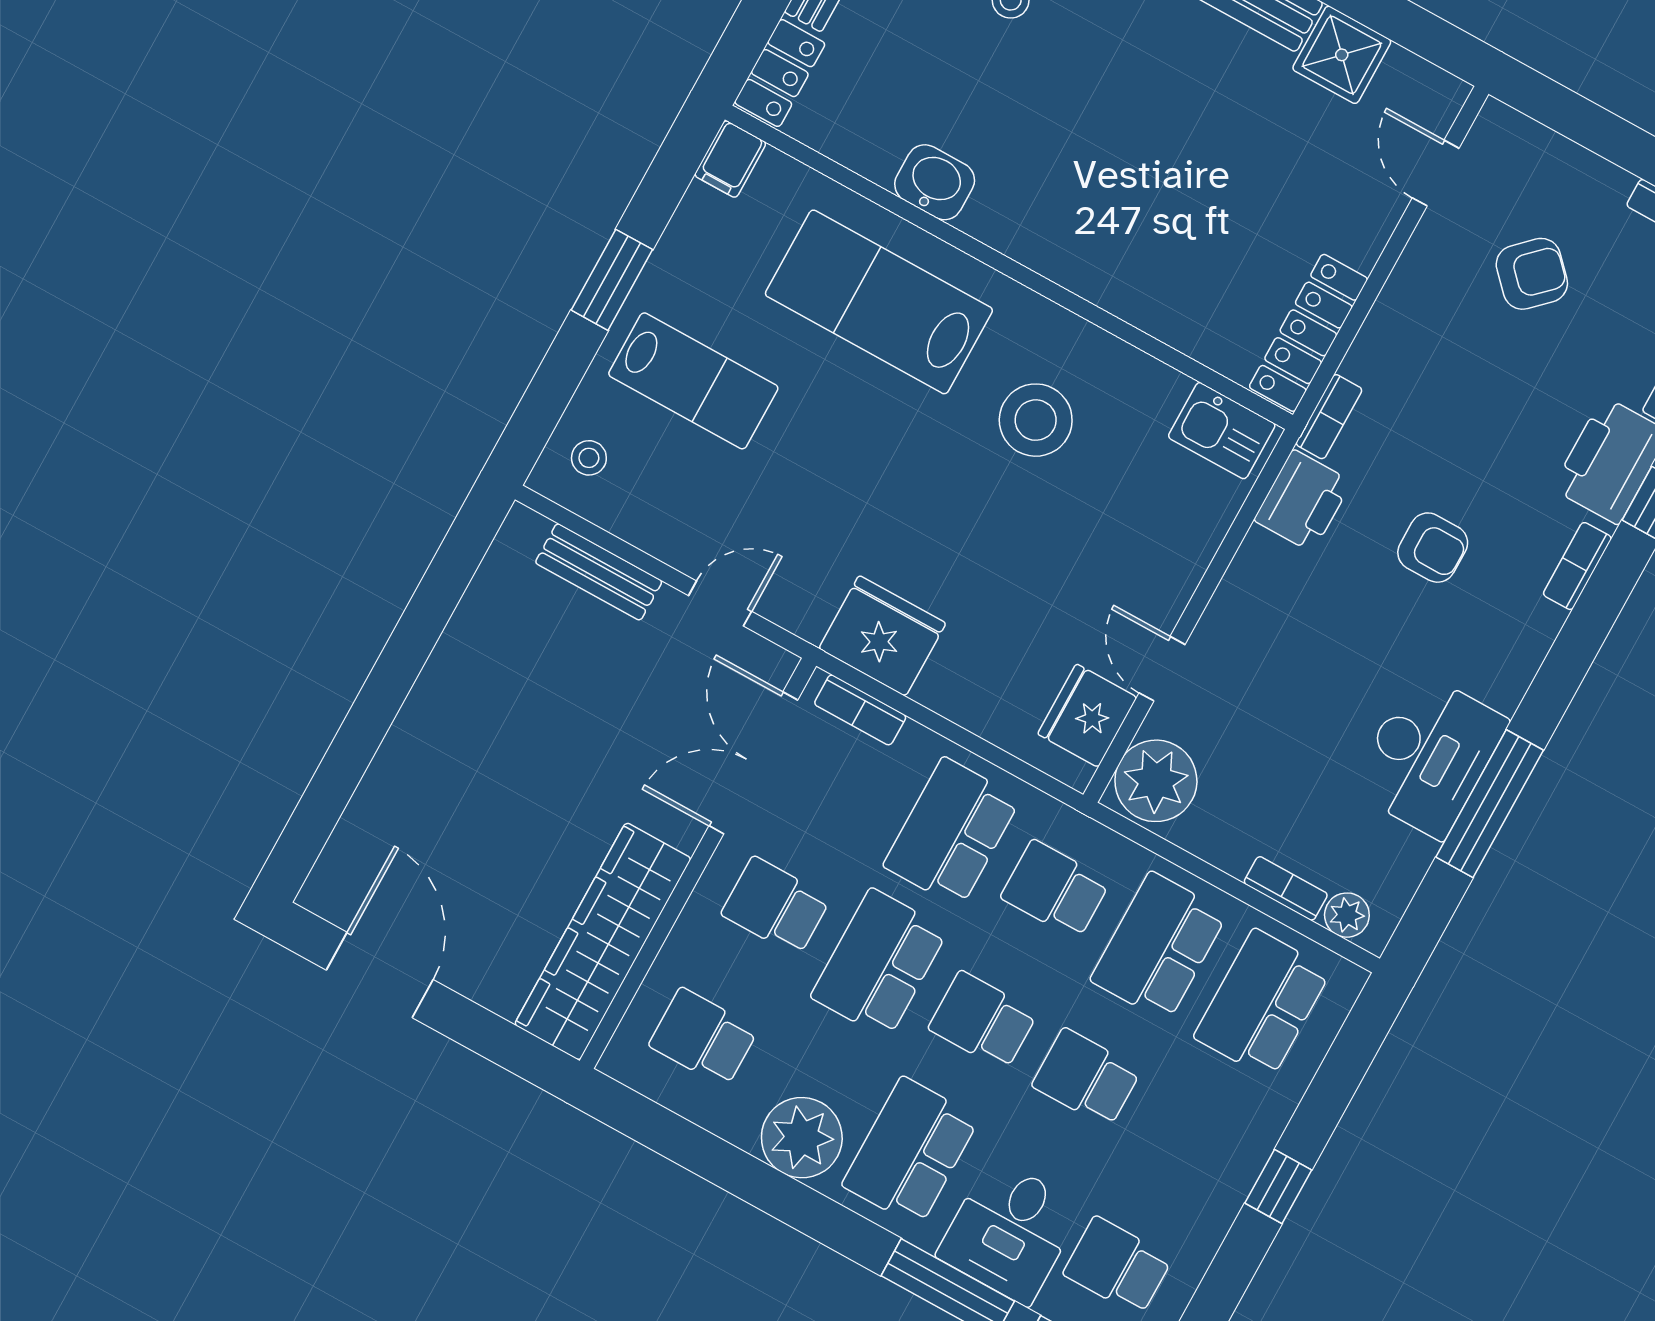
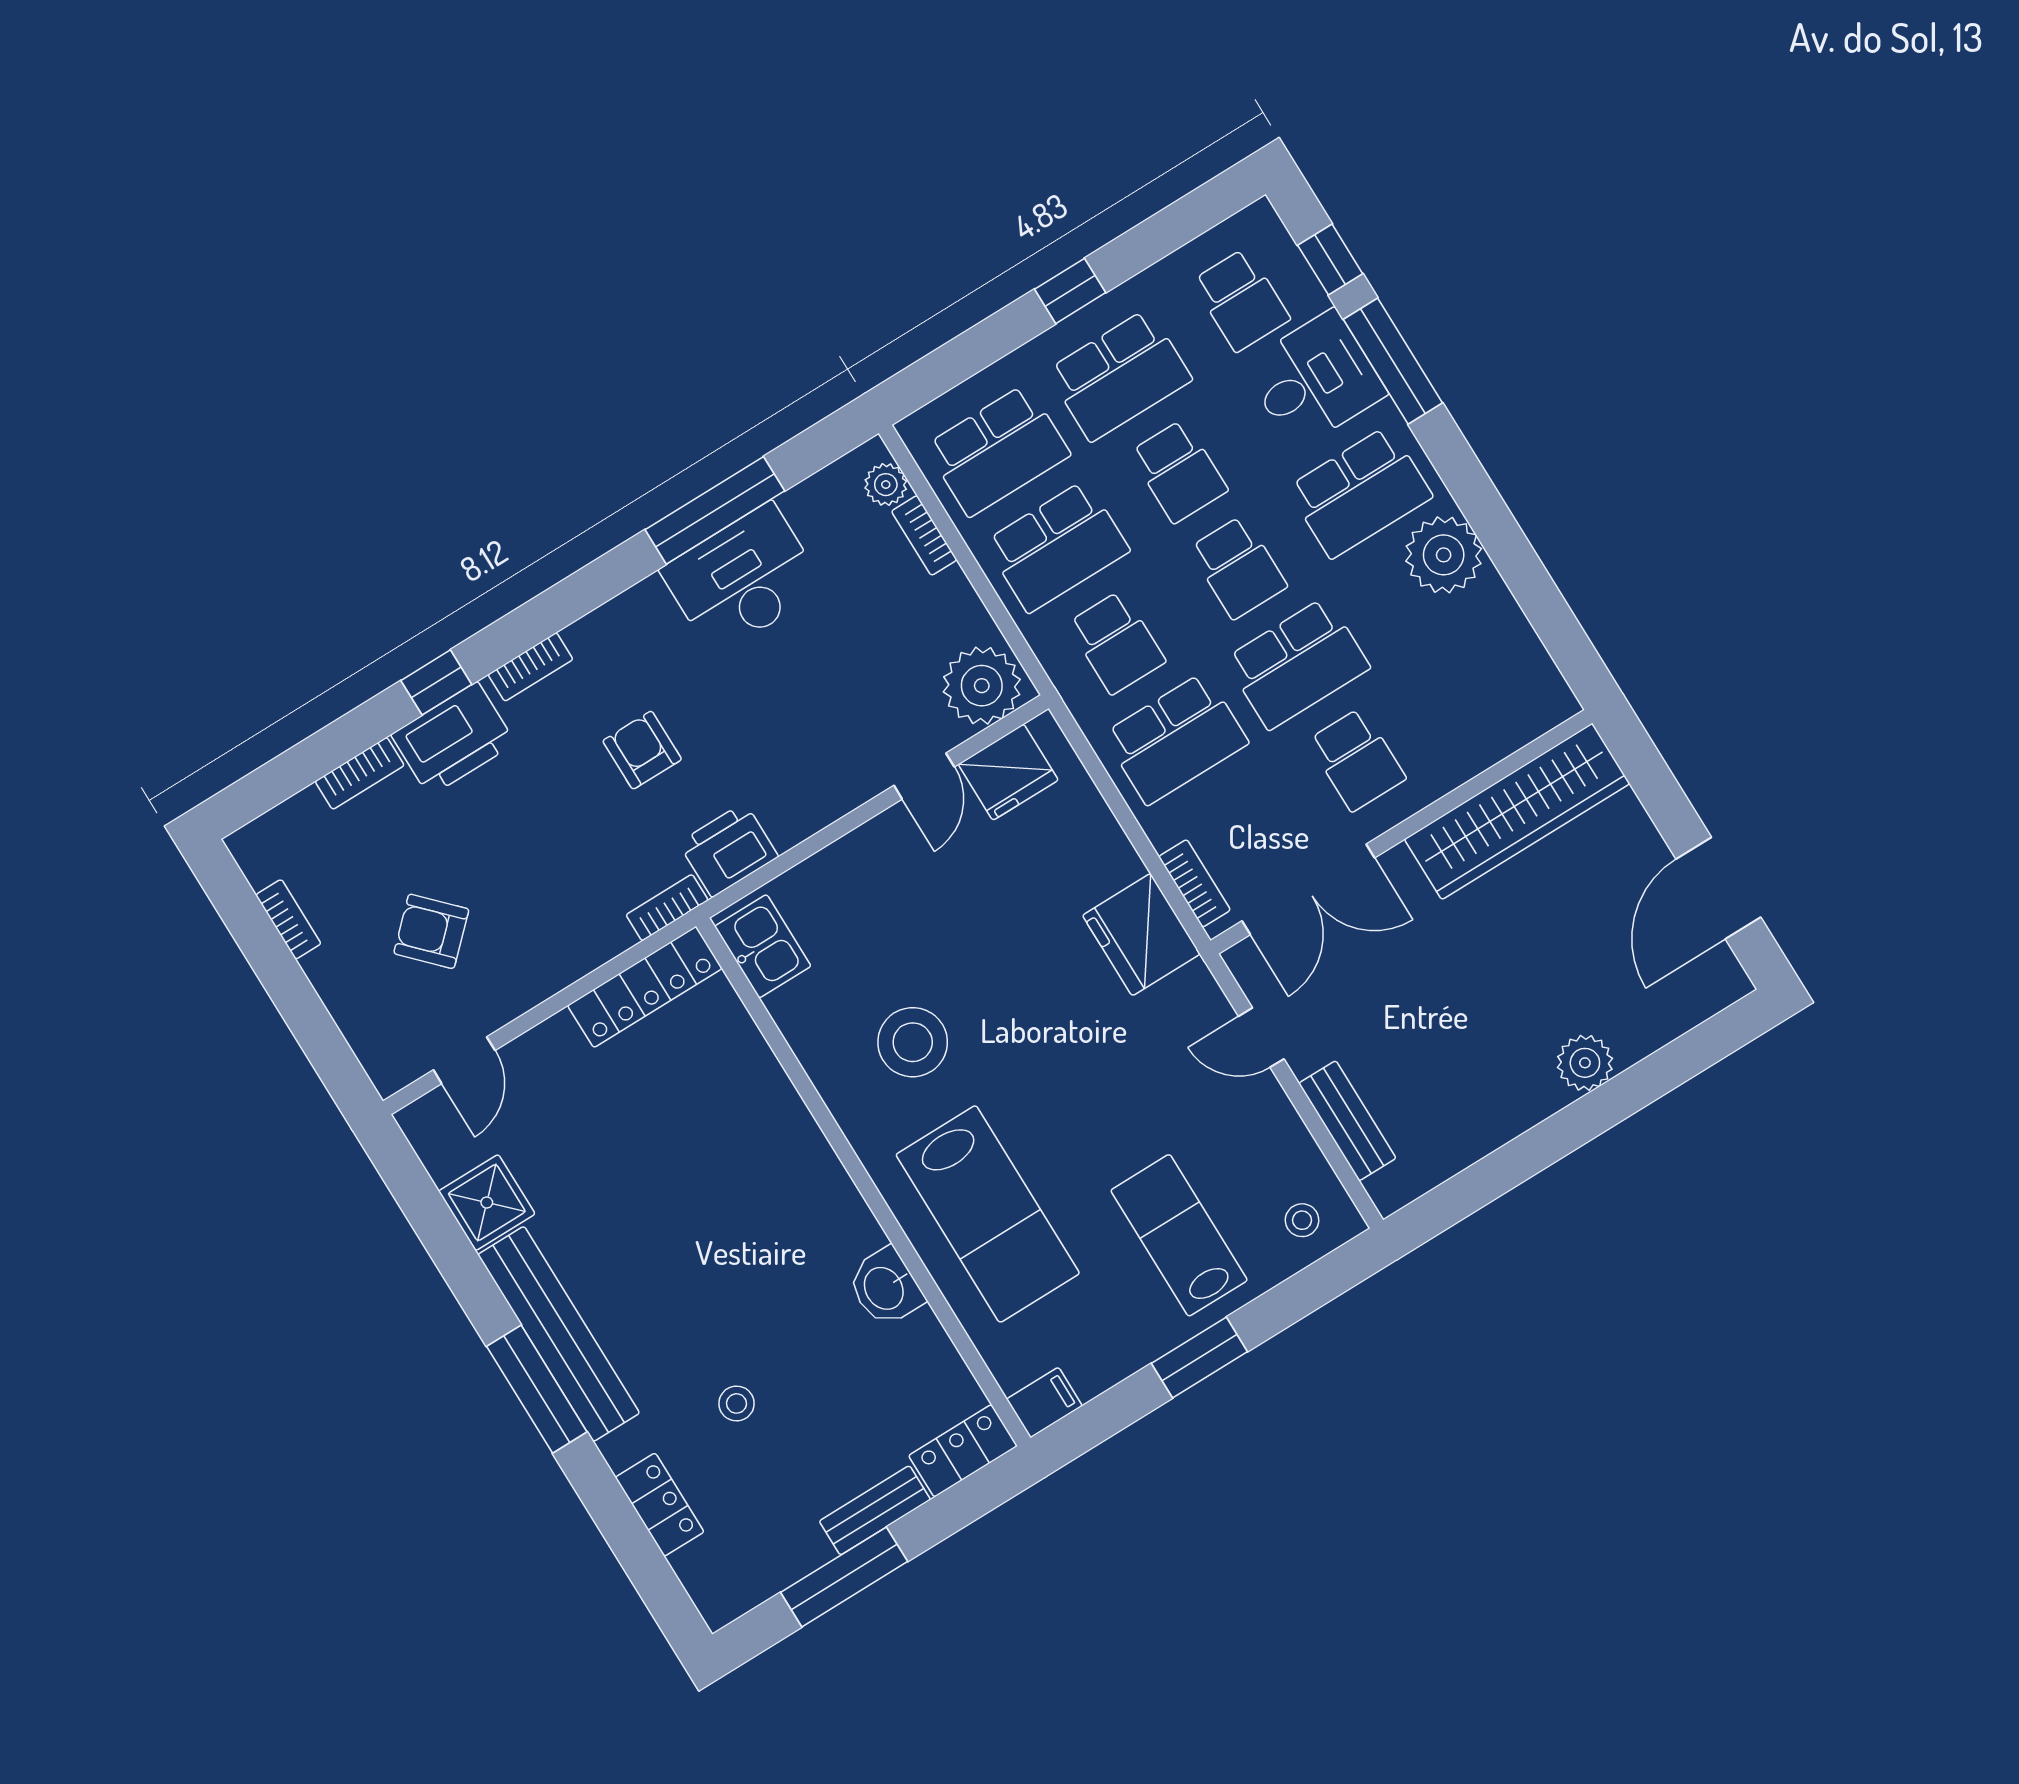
plant: (412, 747) -> (1585, 1063), added
school desk: (703, 1037) -> (1119, 375), moved, width x1.85

